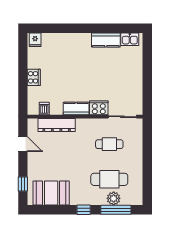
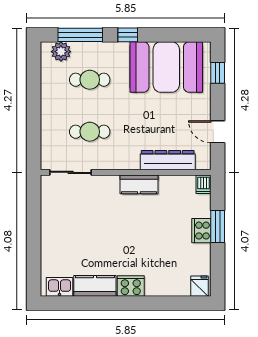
window: (23, 80) -> (218, 227), added
cooker: (99, 108) -> (131, 286), moved, turned 180
dishwasher: (44, 109) -> (204, 184), moved
cafe table: (109, 179) -> (90, 80), width x0.73, depth x0.74
booth: (51, 193) -> (166, 67), width x1.36, depth x1.42
plant: (114, 198) -> (61, 52), moved

